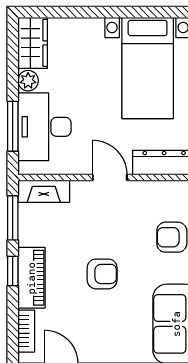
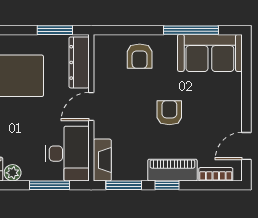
desk: (44, 127) -> (68, 154), moved, turned -90

